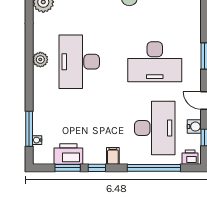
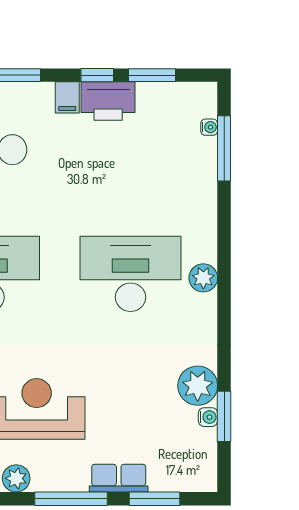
desk: (79, 62) -> (131, 274), turned -90
printer: (68, 154) -> (108, 101), moved

